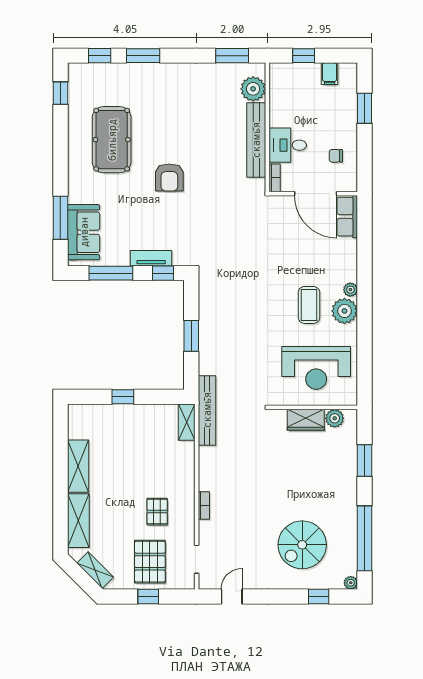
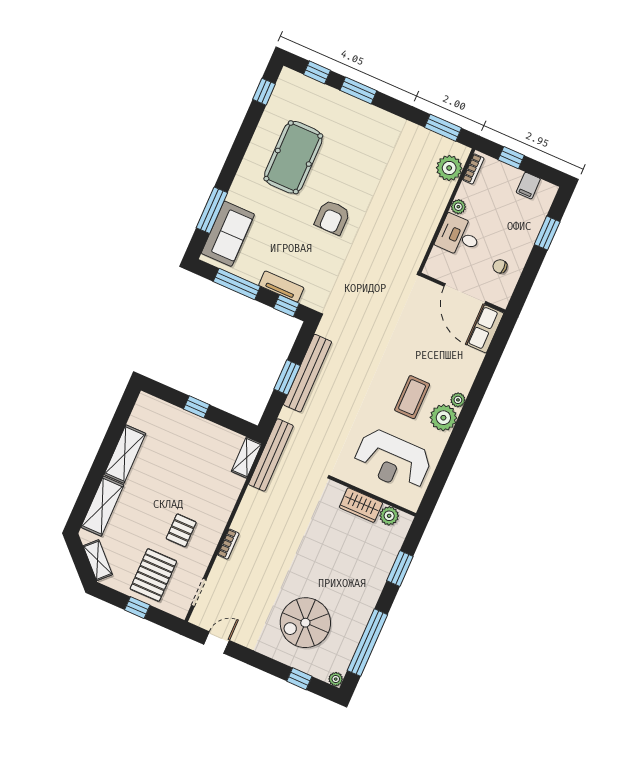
plant: (276, 119) -> (458, 207), added
bench: (256, 140) -> (308, 373), moved
bookcase: (275, 178) -> (473, 169), moved

